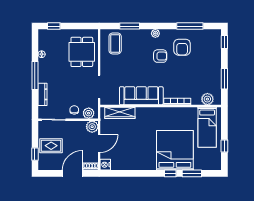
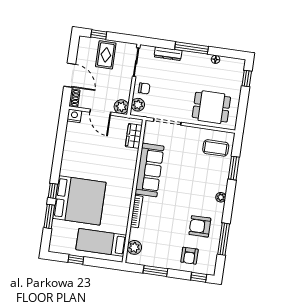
armchair: (160, 56) -> (189, 256), moved
wardrobe: (120, 113) -> (134, 136), width x0.67

